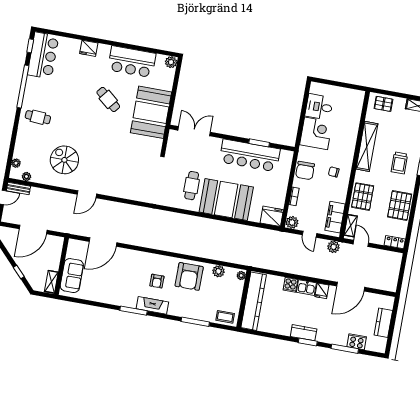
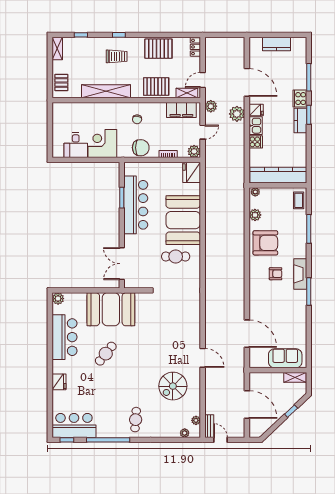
plant: (321, 271) -> (237, 114), added
cooker: (357, 342) -> (300, 99), moved

